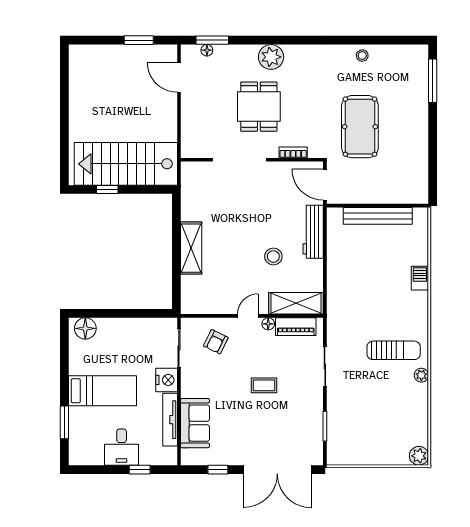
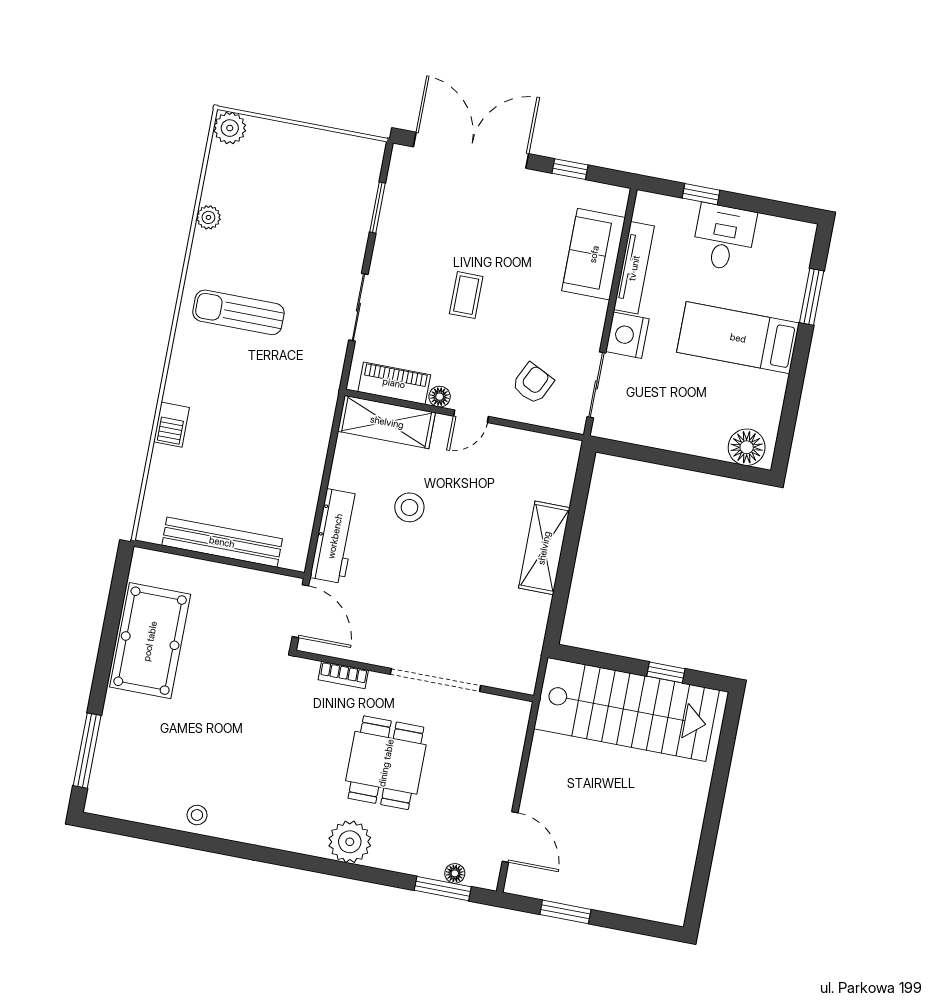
pool table: (360, 127) -> (150, 641), moved
plant: (421, 375) -> (208, 217), moved
coffee table: (264, 385) -> (466, 295), turned 90

